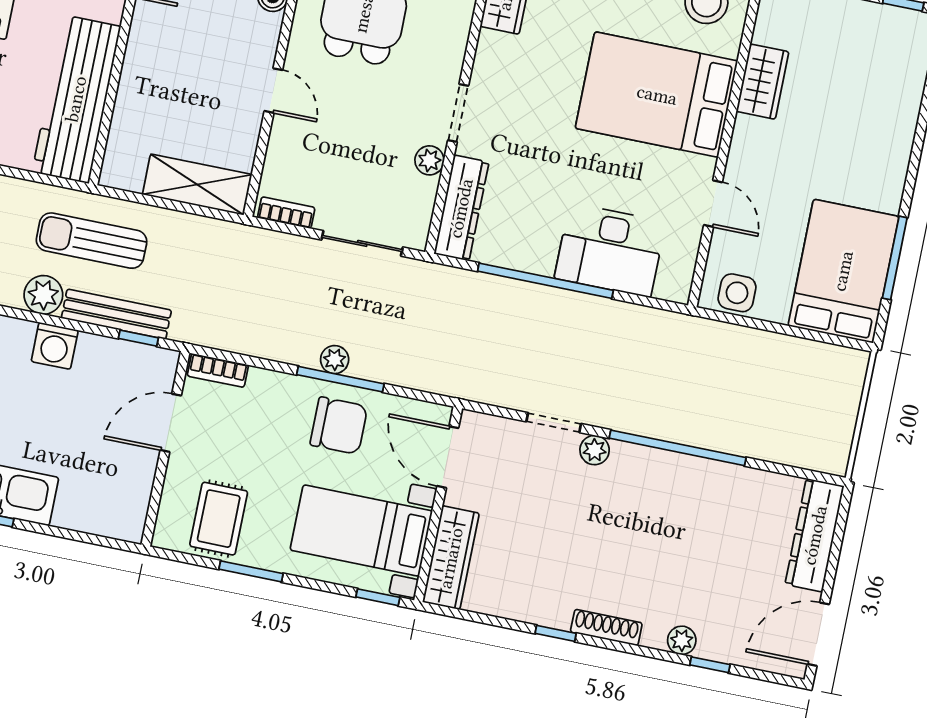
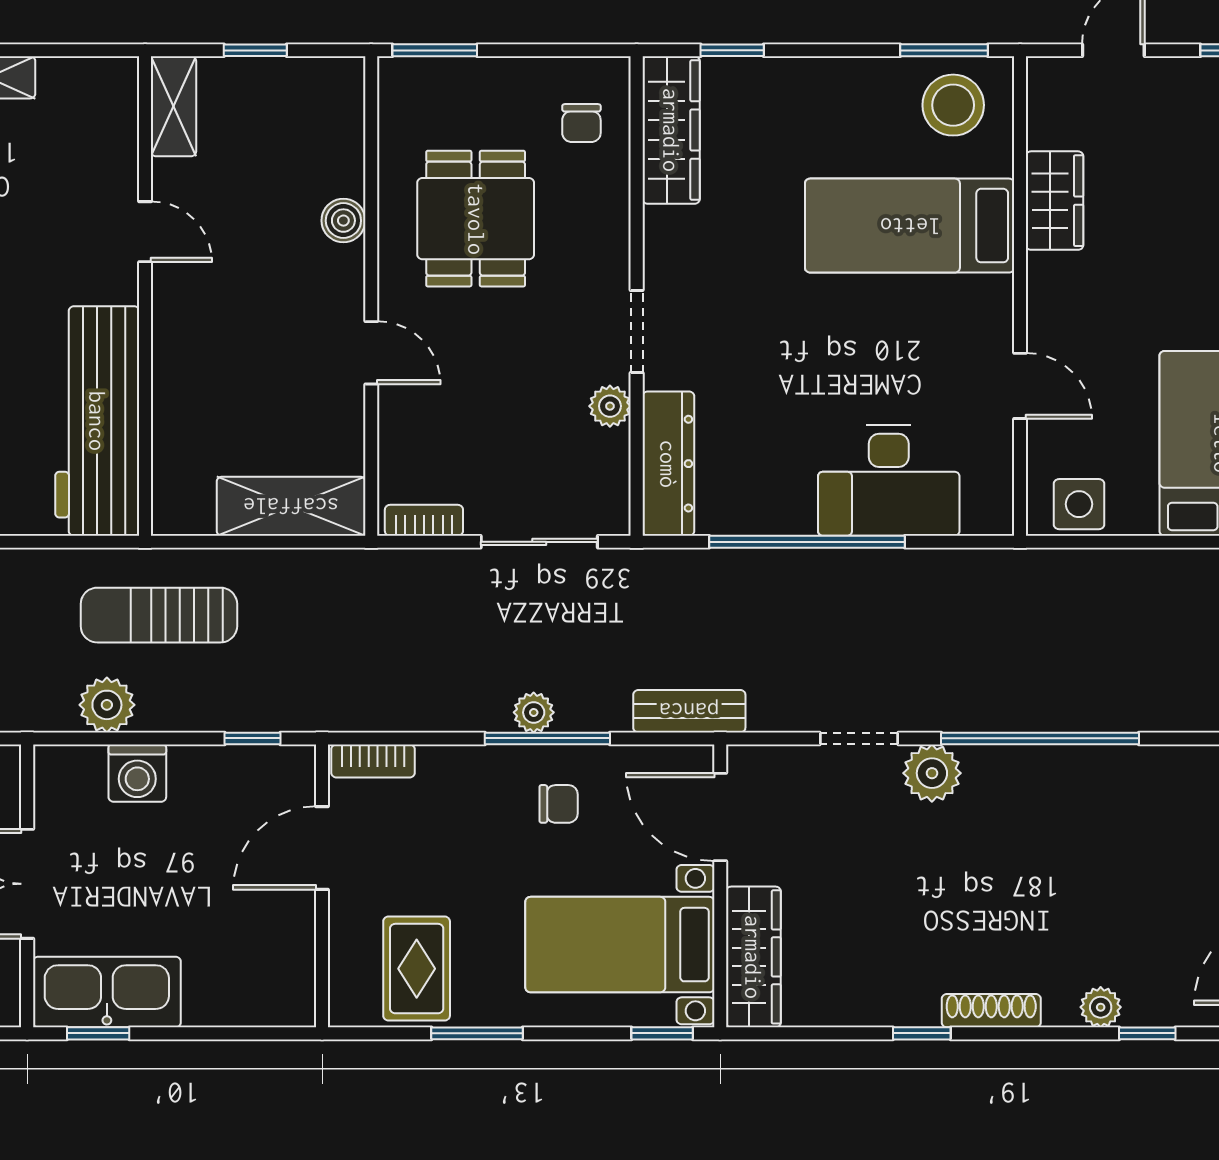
bed: (657, 95) -> (910, 226), width x0.67
bench: (116, 314) -> (689, 711), moved, width x0.73
chair: (339, 426) -> (559, 804), width x0.54, depth x0.54
plant: (595, 450) -> (932, 773), width x1.38, depth x1.38

